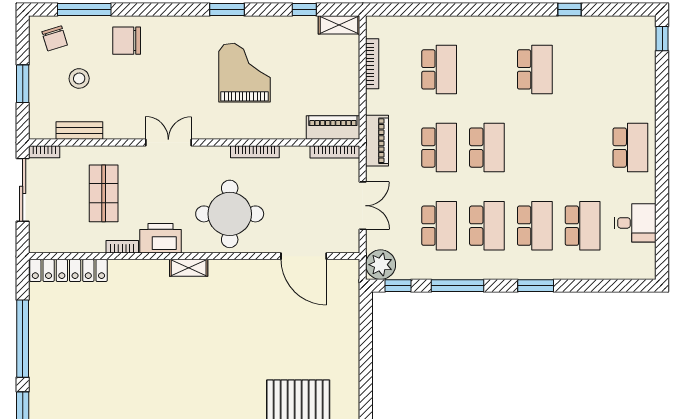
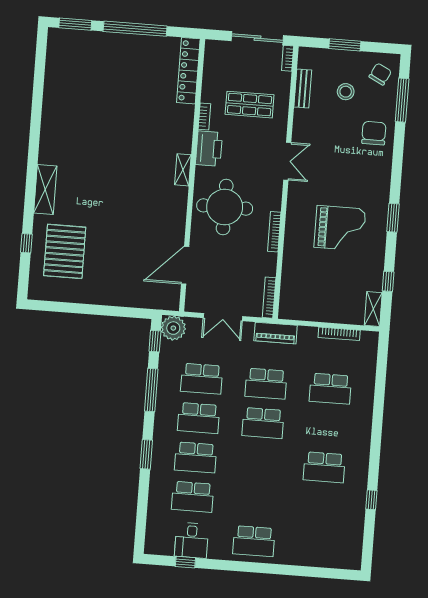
chair: (55, 38) -> (380, 74), turned 134
window: (662, 39) -> (185, 562), moved
piano: (333, 128) -> (289, 298), removed

